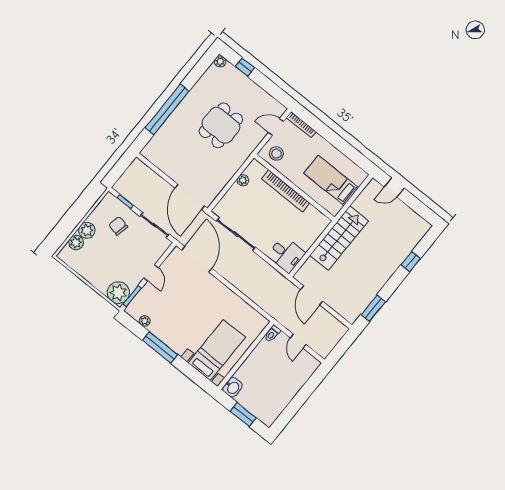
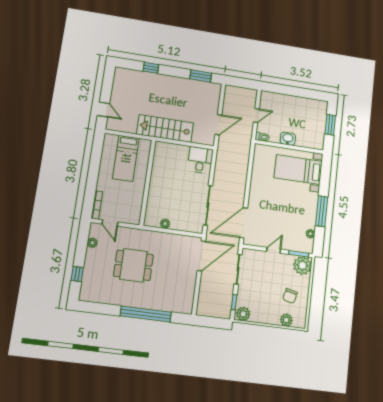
plant: (220, 61) -> (92, 243), moved
stool: (276, 154) -> (130, 211), removed
bookcase: (286, 191) -> (154, 187), removed
chair: (118, 226) -> (290, 296), moved
plant: (87, 230) -> (243, 314), moved
washbasin: (232, 387) -> (288, 139), moved

